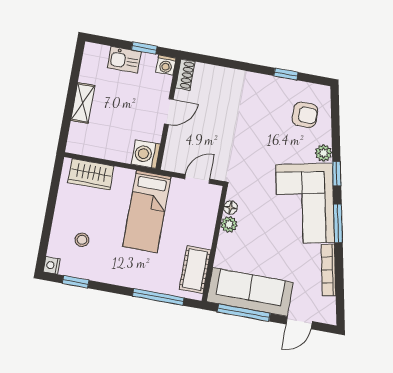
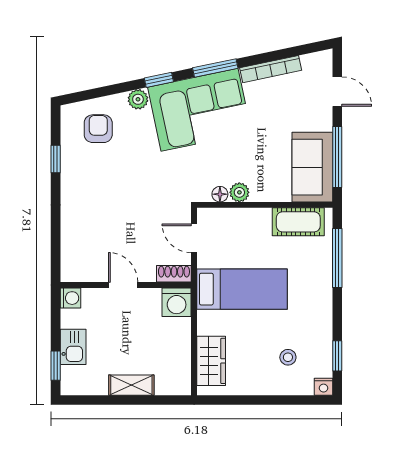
window: (144, 48) -> (56, 366), moved
shoe rack: (185, 75) -> (174, 274), moved
sofa: (250, 292) -> (312, 167), width x0.73

